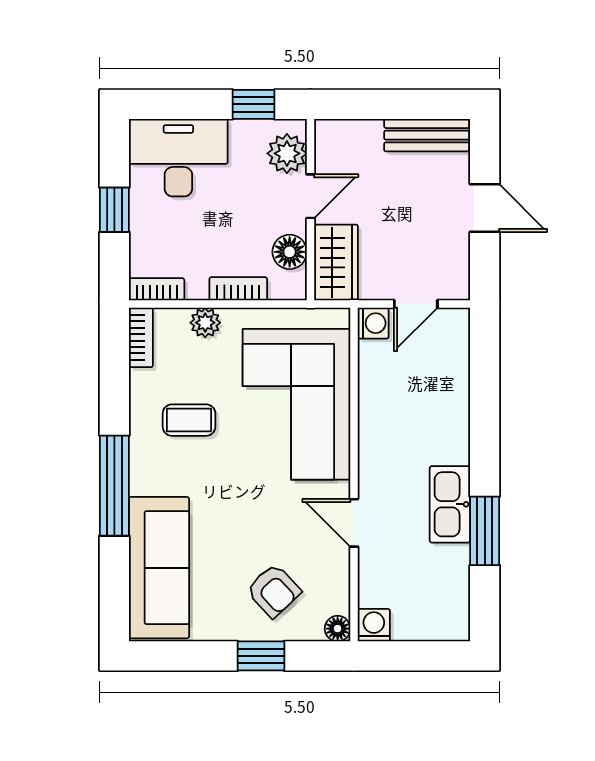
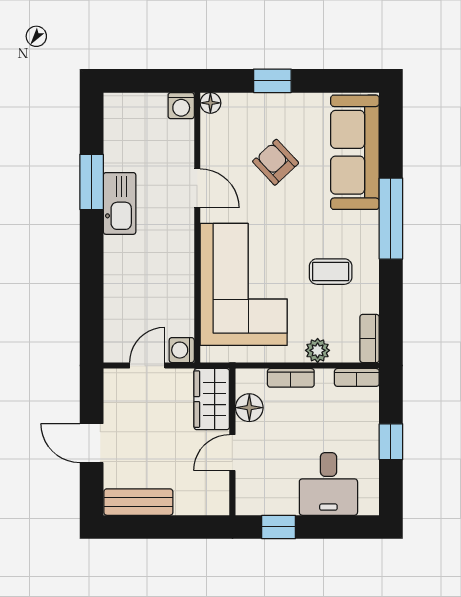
plant: (287, 153) -> (251, 487), removed
desk: (178, 158) -> (328, 484), width x0.73
armchair: (274, 591) -> (276, 162), moved

